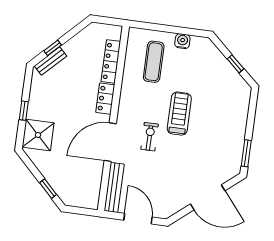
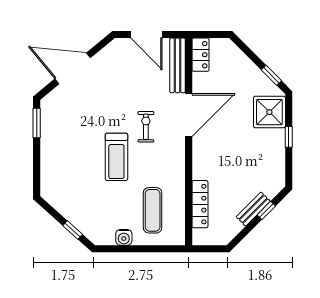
bench: (51, 61) -> (253, 209), moved
window: (236, 64) -> (73, 230), moved
locker: (105, 99) -> (201, 55), moved
exercise bike: (150, 137) -> (146, 127), turned 180
window: (48, 189) -> (271, 75), moved

